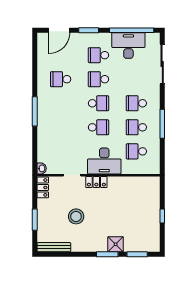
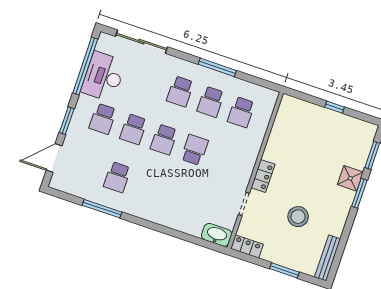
door: (59, 30) -> (54, 158), swing flipped
school desk: (98, 103) -> (164, 139), turned 180
window: (35, 111) -> (102, 209), moved
desk: (104, 161) -> (240, 157), removed
washbasin: (42, 168) -> (217, 235), width x1.91, depth x1.45

